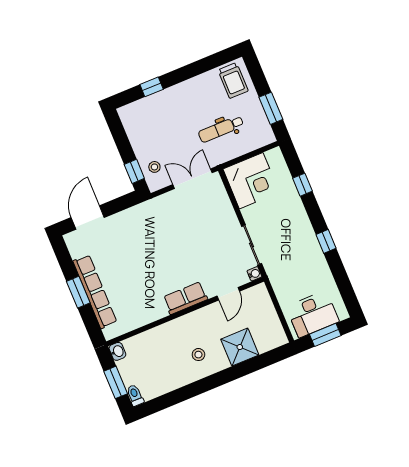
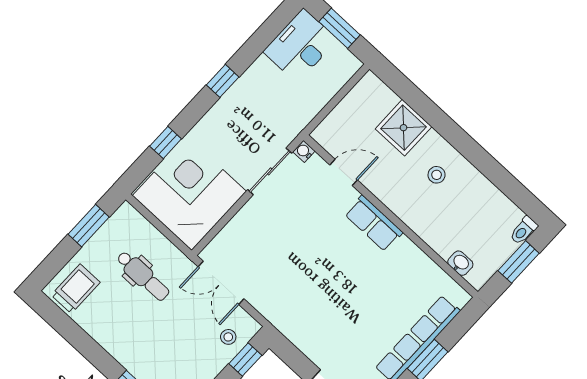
corner desk: (251, 181) -> (189, 194), width x1.36, depth x1.36
desk: (313, 314) -> (300, 46), moved, turned -90
washbasin: (117, 351) -> (460, 263), moved, turned 90

